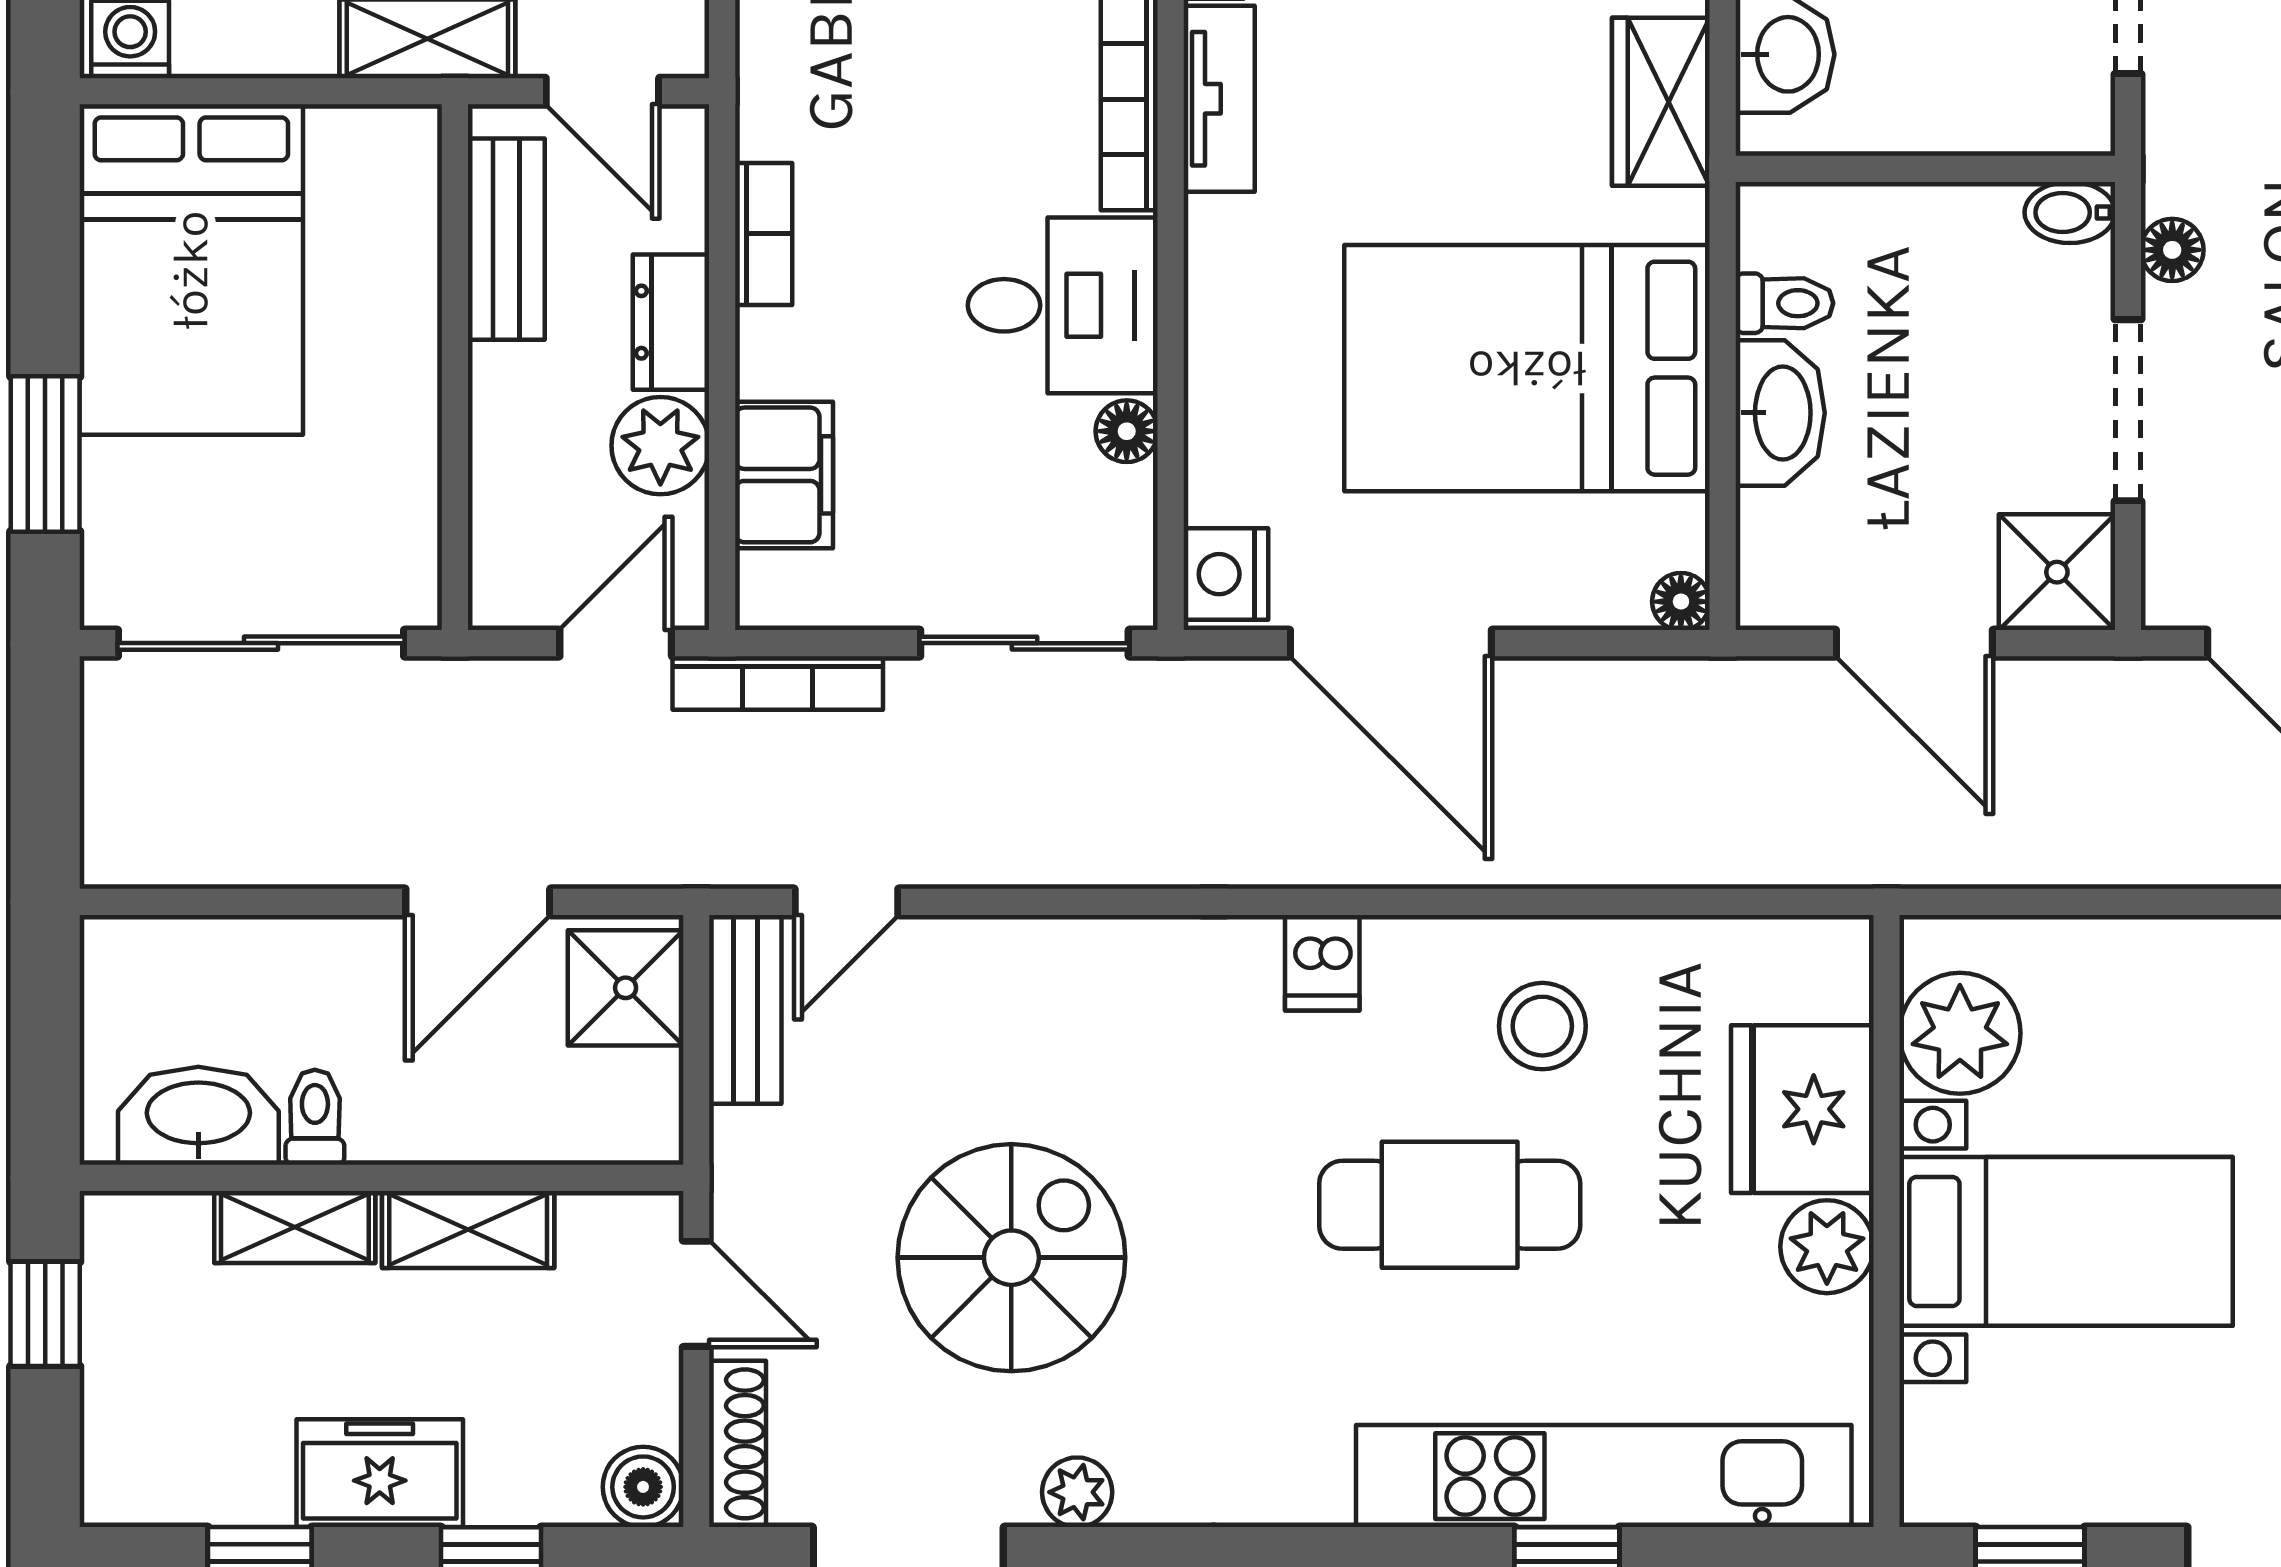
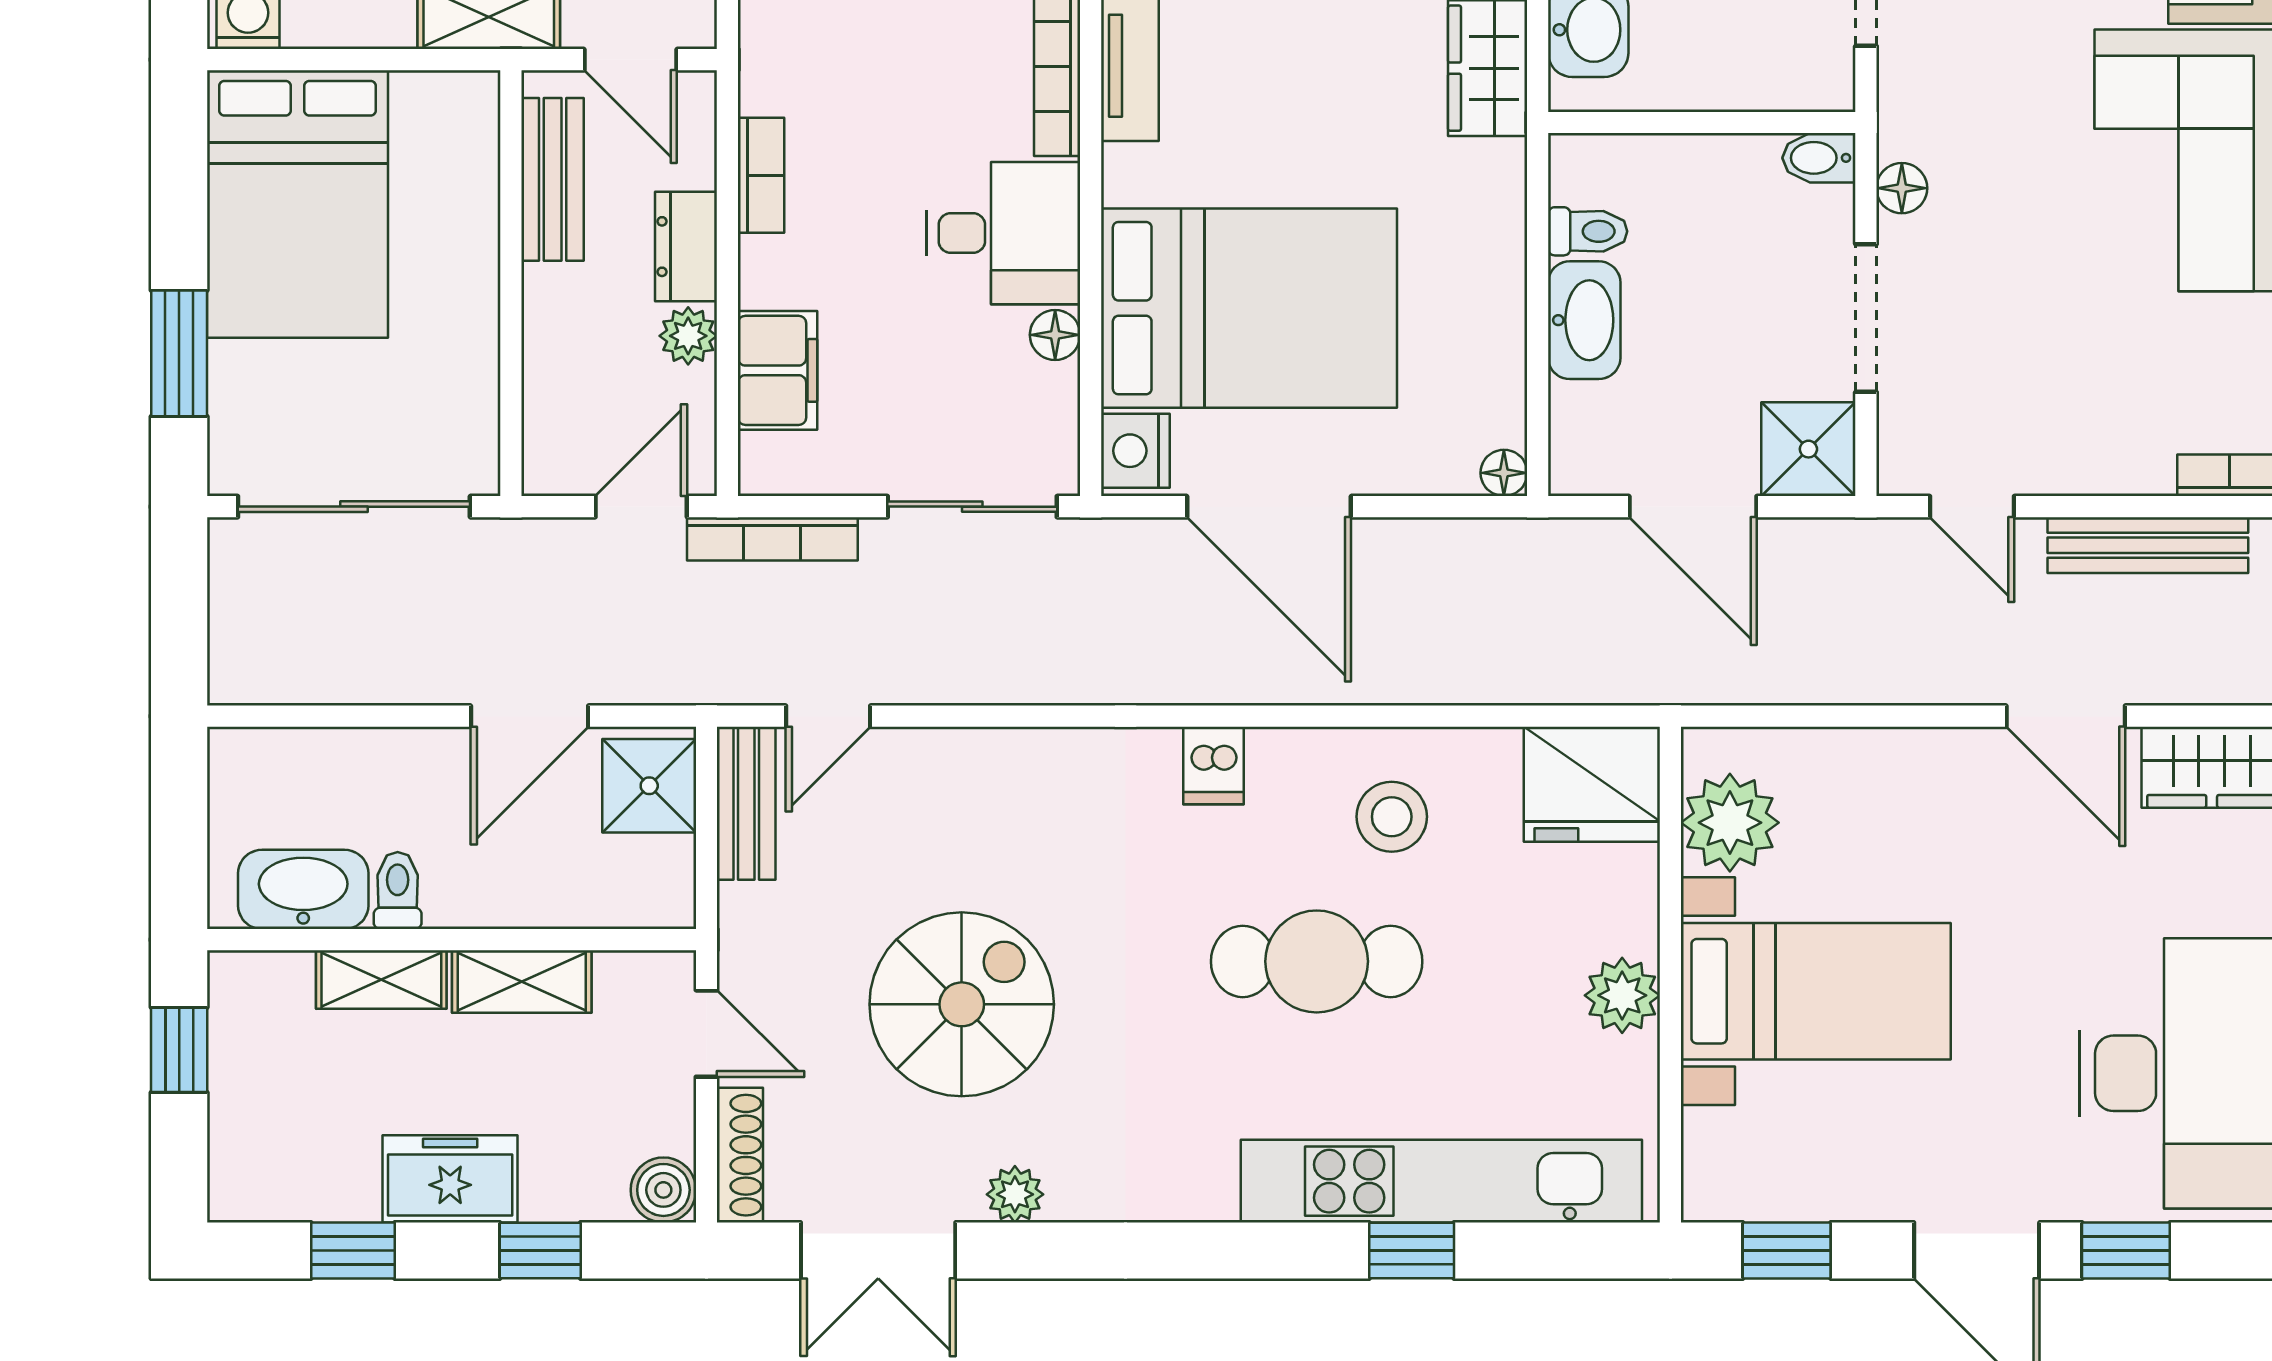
bed: (1527, 368) -> (1249, 308), moved, turned 180
plant: (660, 446) -> (688, 336), width x0.73, depth x0.73
fridge: (1802, 1109) -> (1592, 784), moved, turned -90

